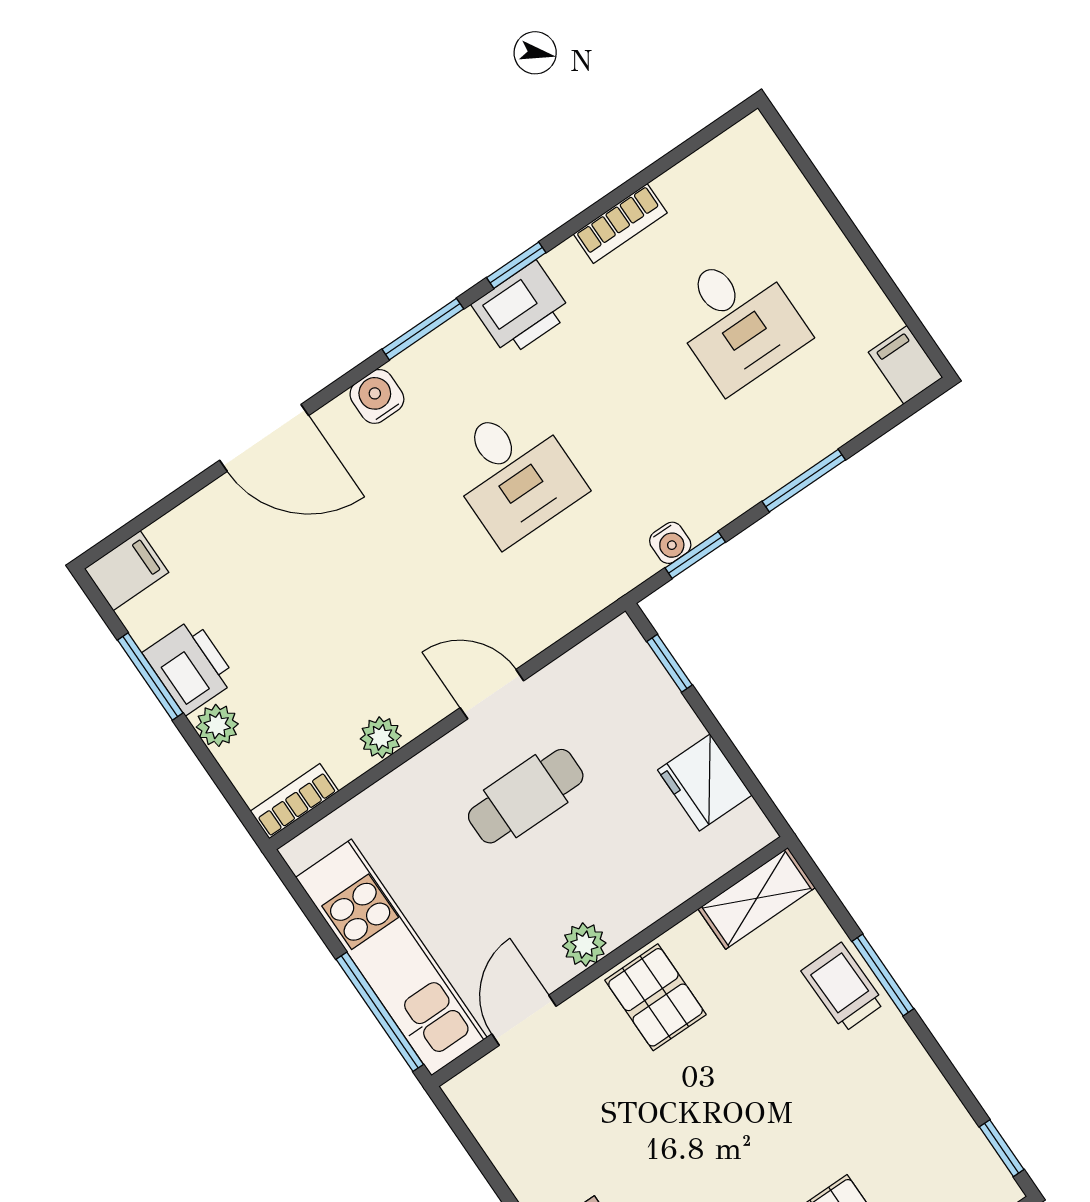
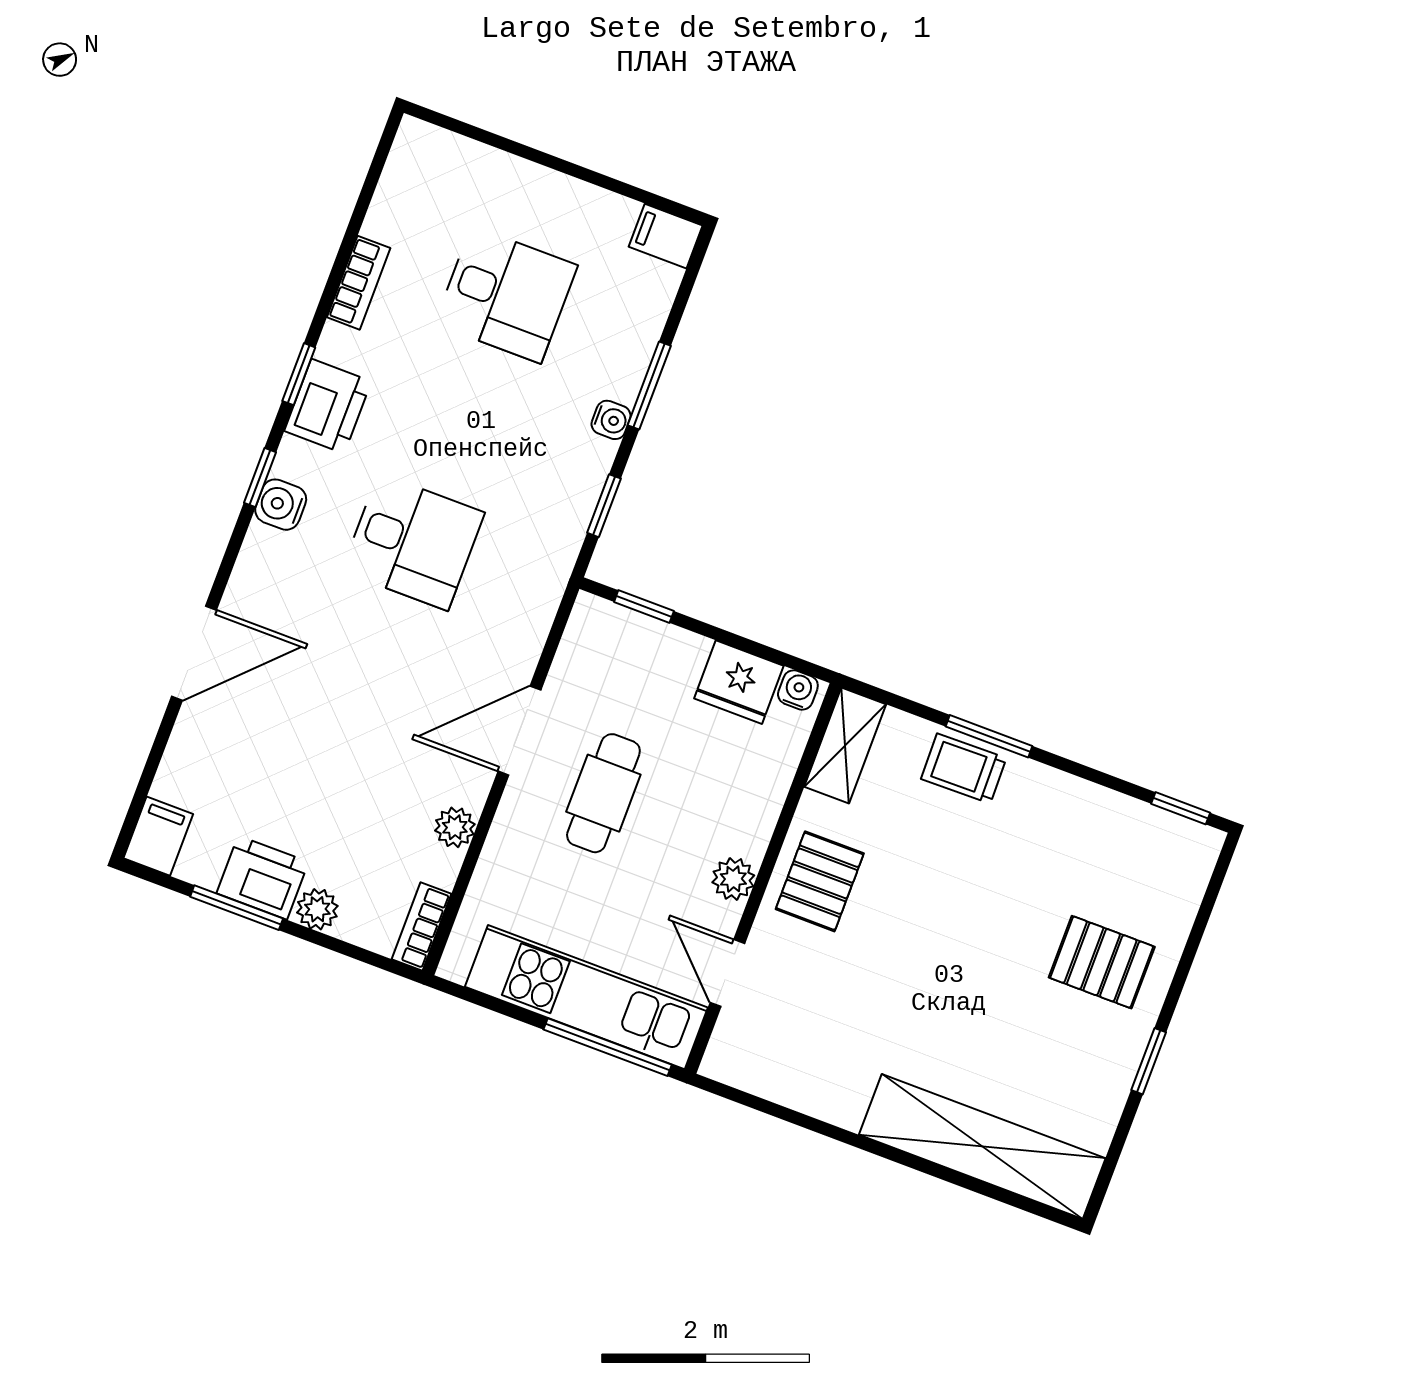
window: (423, 329) -> (260, 478), width x0.67
water cooler: (377, 396) -> (281, 505), moved
water cooler: (670, 543) -> (611, 420), moved
door: (492, 694) -> (519, 731), width x1.38
water cooler: (750, 824) -> (798, 690), added
pallet: (656, 997) -> (820, 881), turned 90

